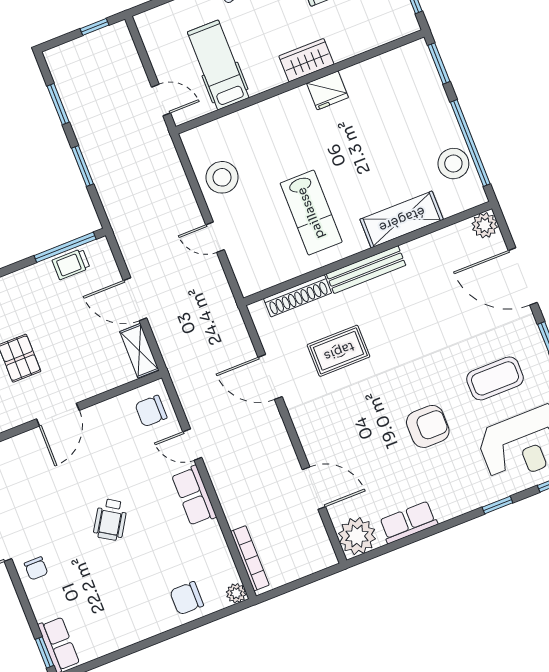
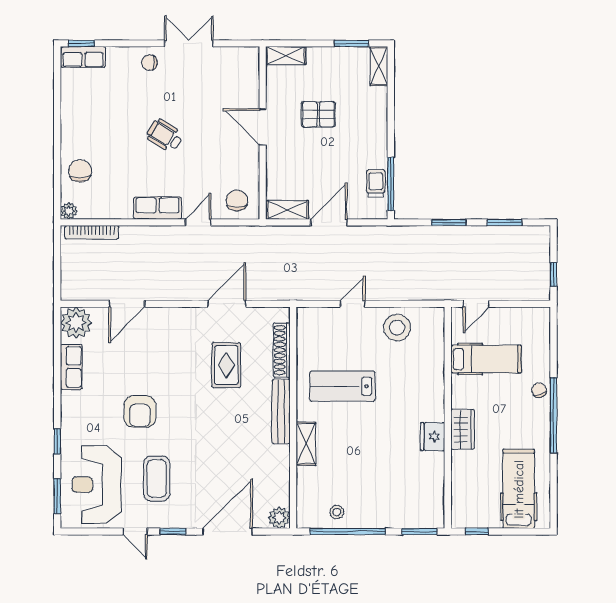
stool: (453, 164) -> (337, 512), width x0.53, depth x0.53
shelving: (402, 219) -> (306, 444), width x0.67, depth x0.75

